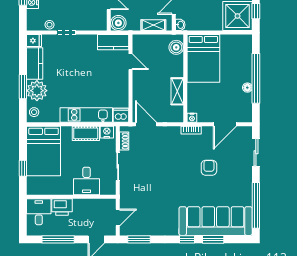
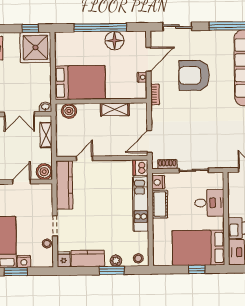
kitchen counter: (113, 42) -> (64, 185), width x1.50
floor lamp: (247, 88) -> (114, 41), width x1.89, depth x1.89
plant: (37, 91) -> (116, 261), width x0.53, depth x0.53
nightstand: (192, 118) -> (142, 77), moved
door: (225, 124) -> (148, 59), hinge flipped
bed: (44, 151) -> (198, 248), moved, turned 180
armchair: (209, 168) -> (194, 75), width x1.88, depth x1.88

